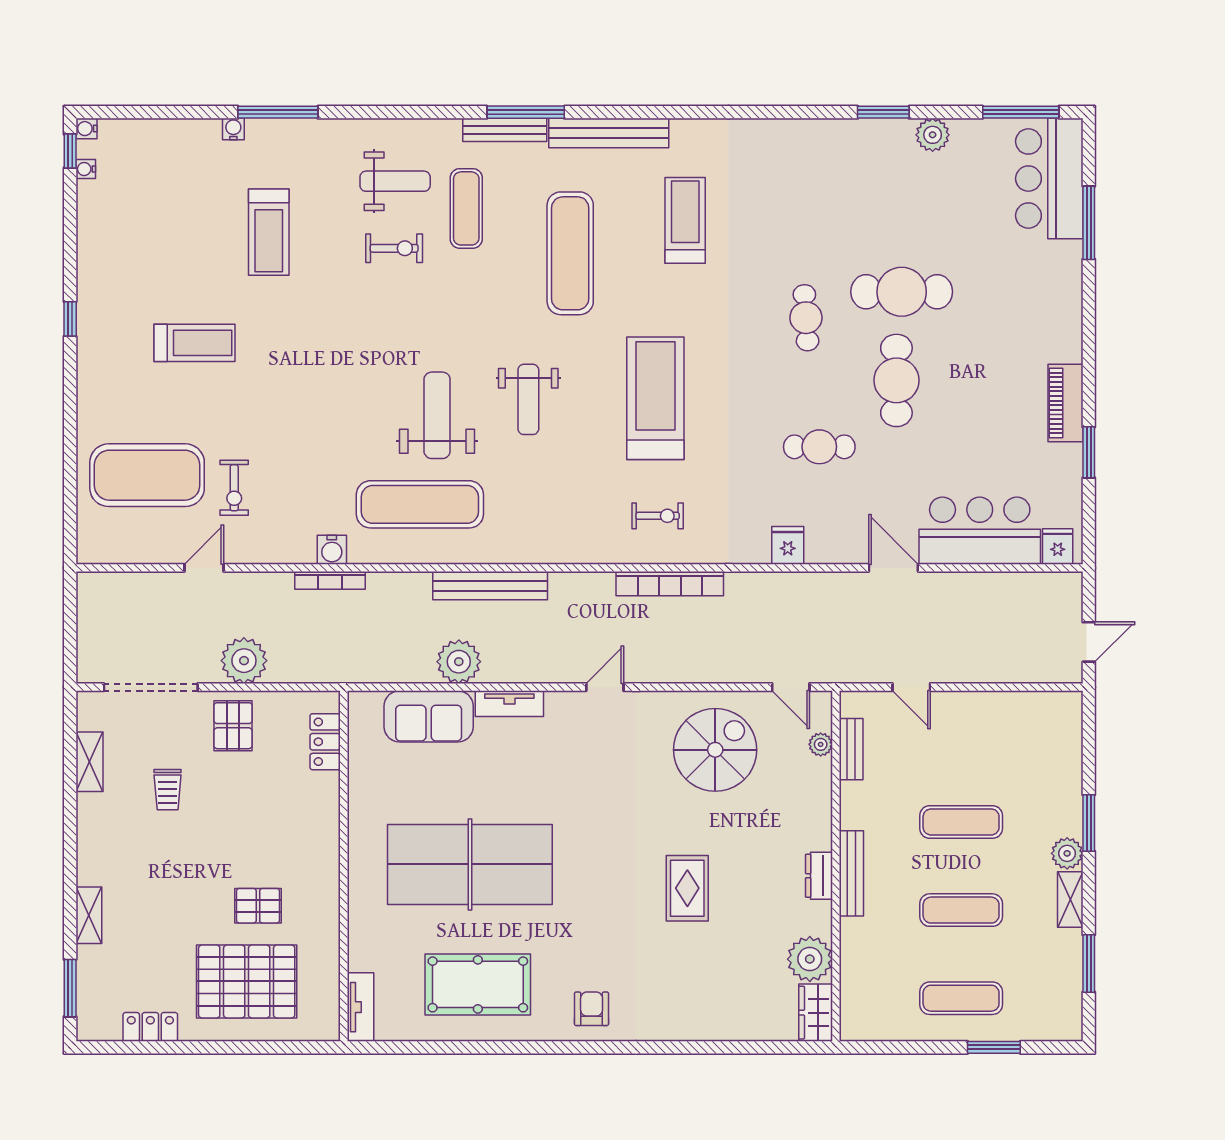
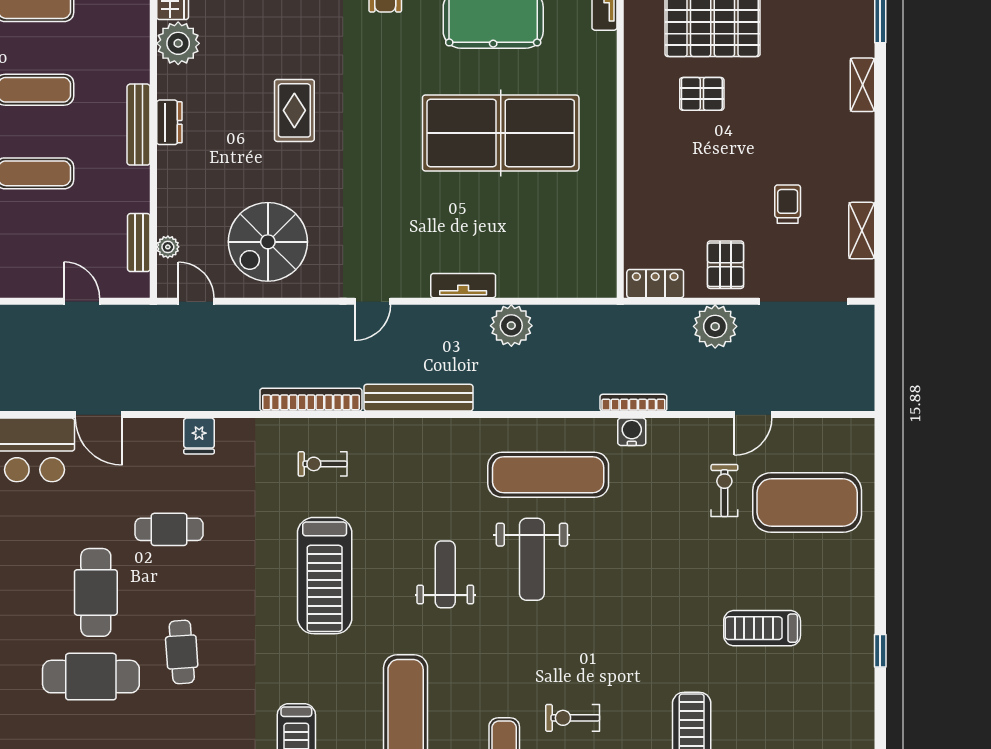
bench: (490, 586) -> (418, 398), moved
sofa: (429, 716) -> (540, 274), removed
locker: (325, 742) -> (655, 284), moved, turned -90

